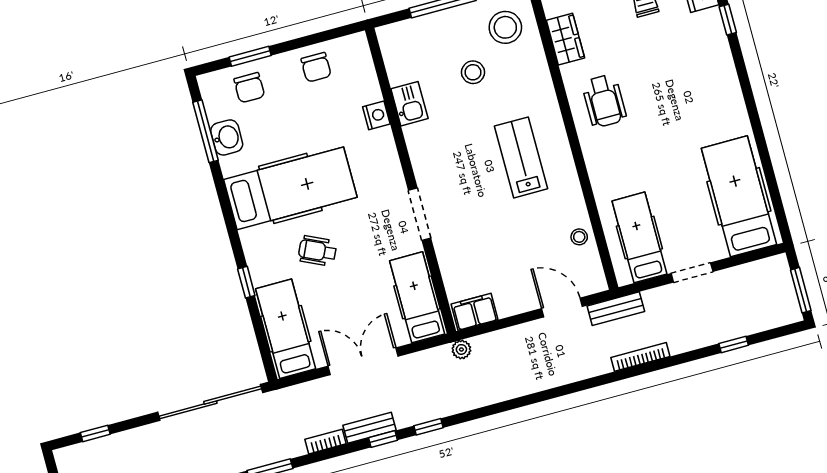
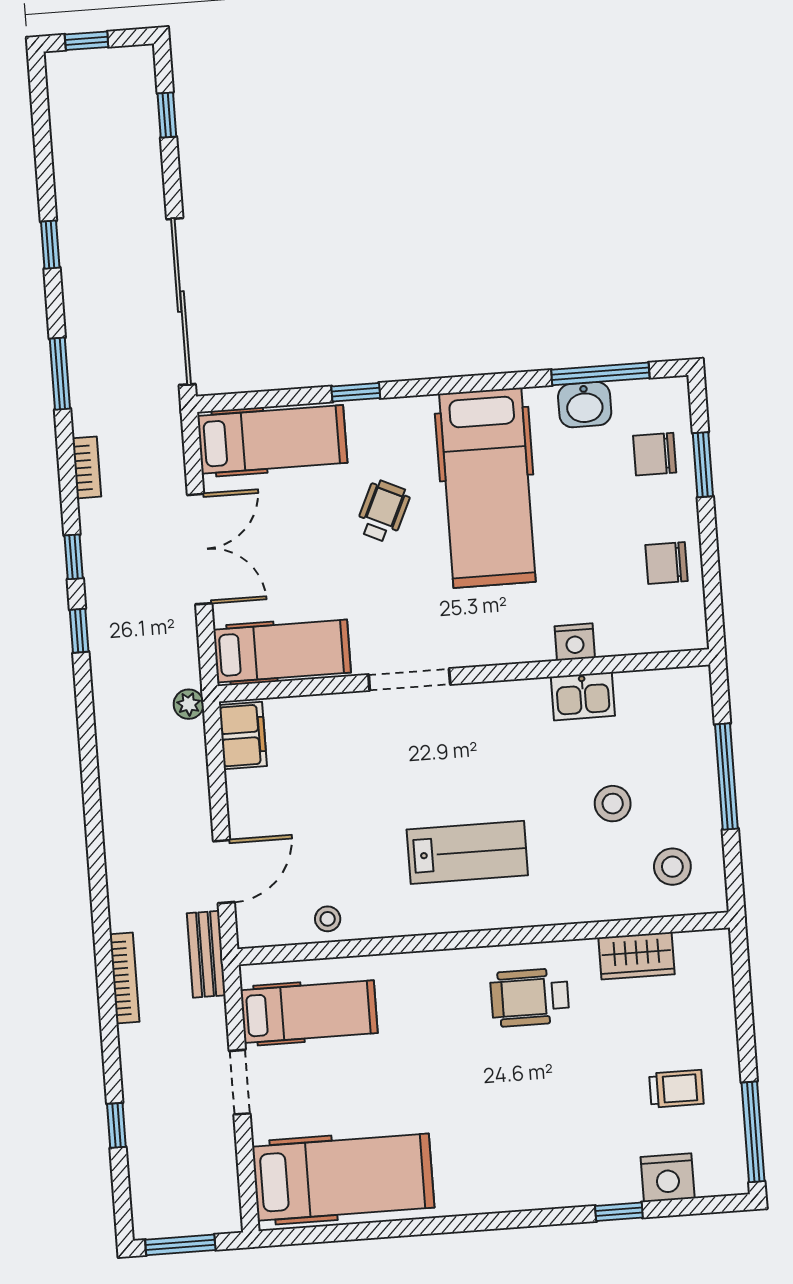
stool: (505, 27) -> (672, 867), width x0.73, depth x0.73
bench: (370, 428) -> (95, 540), removed

